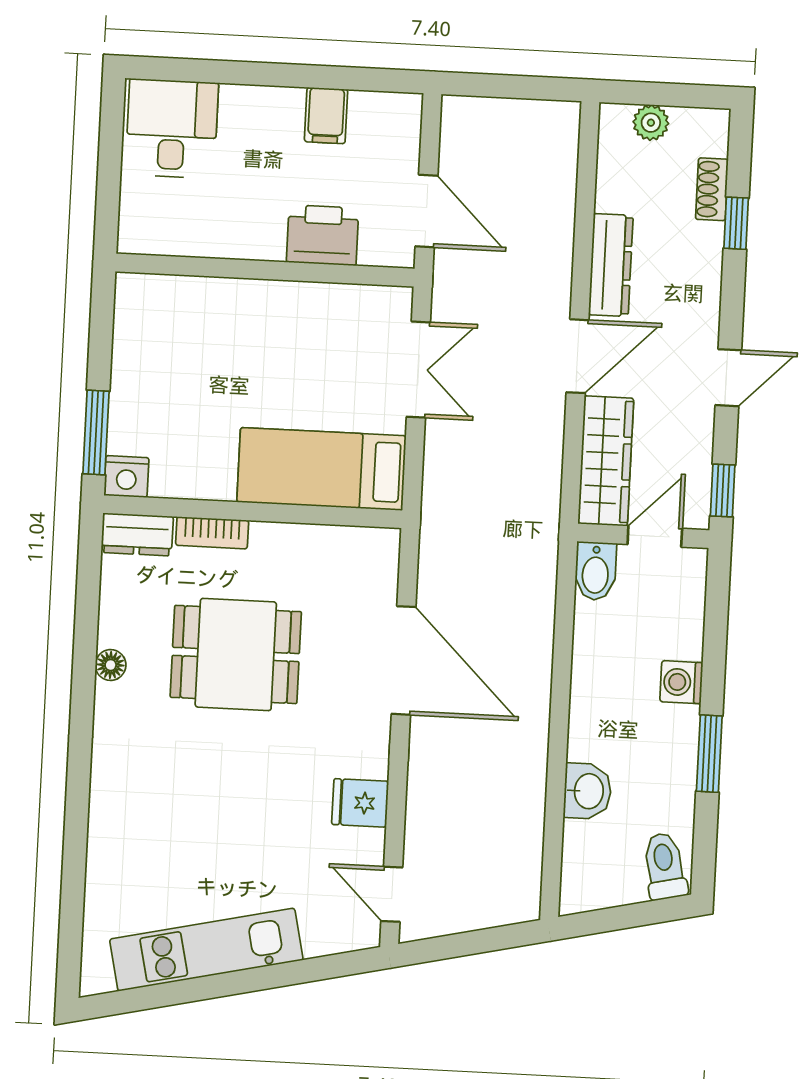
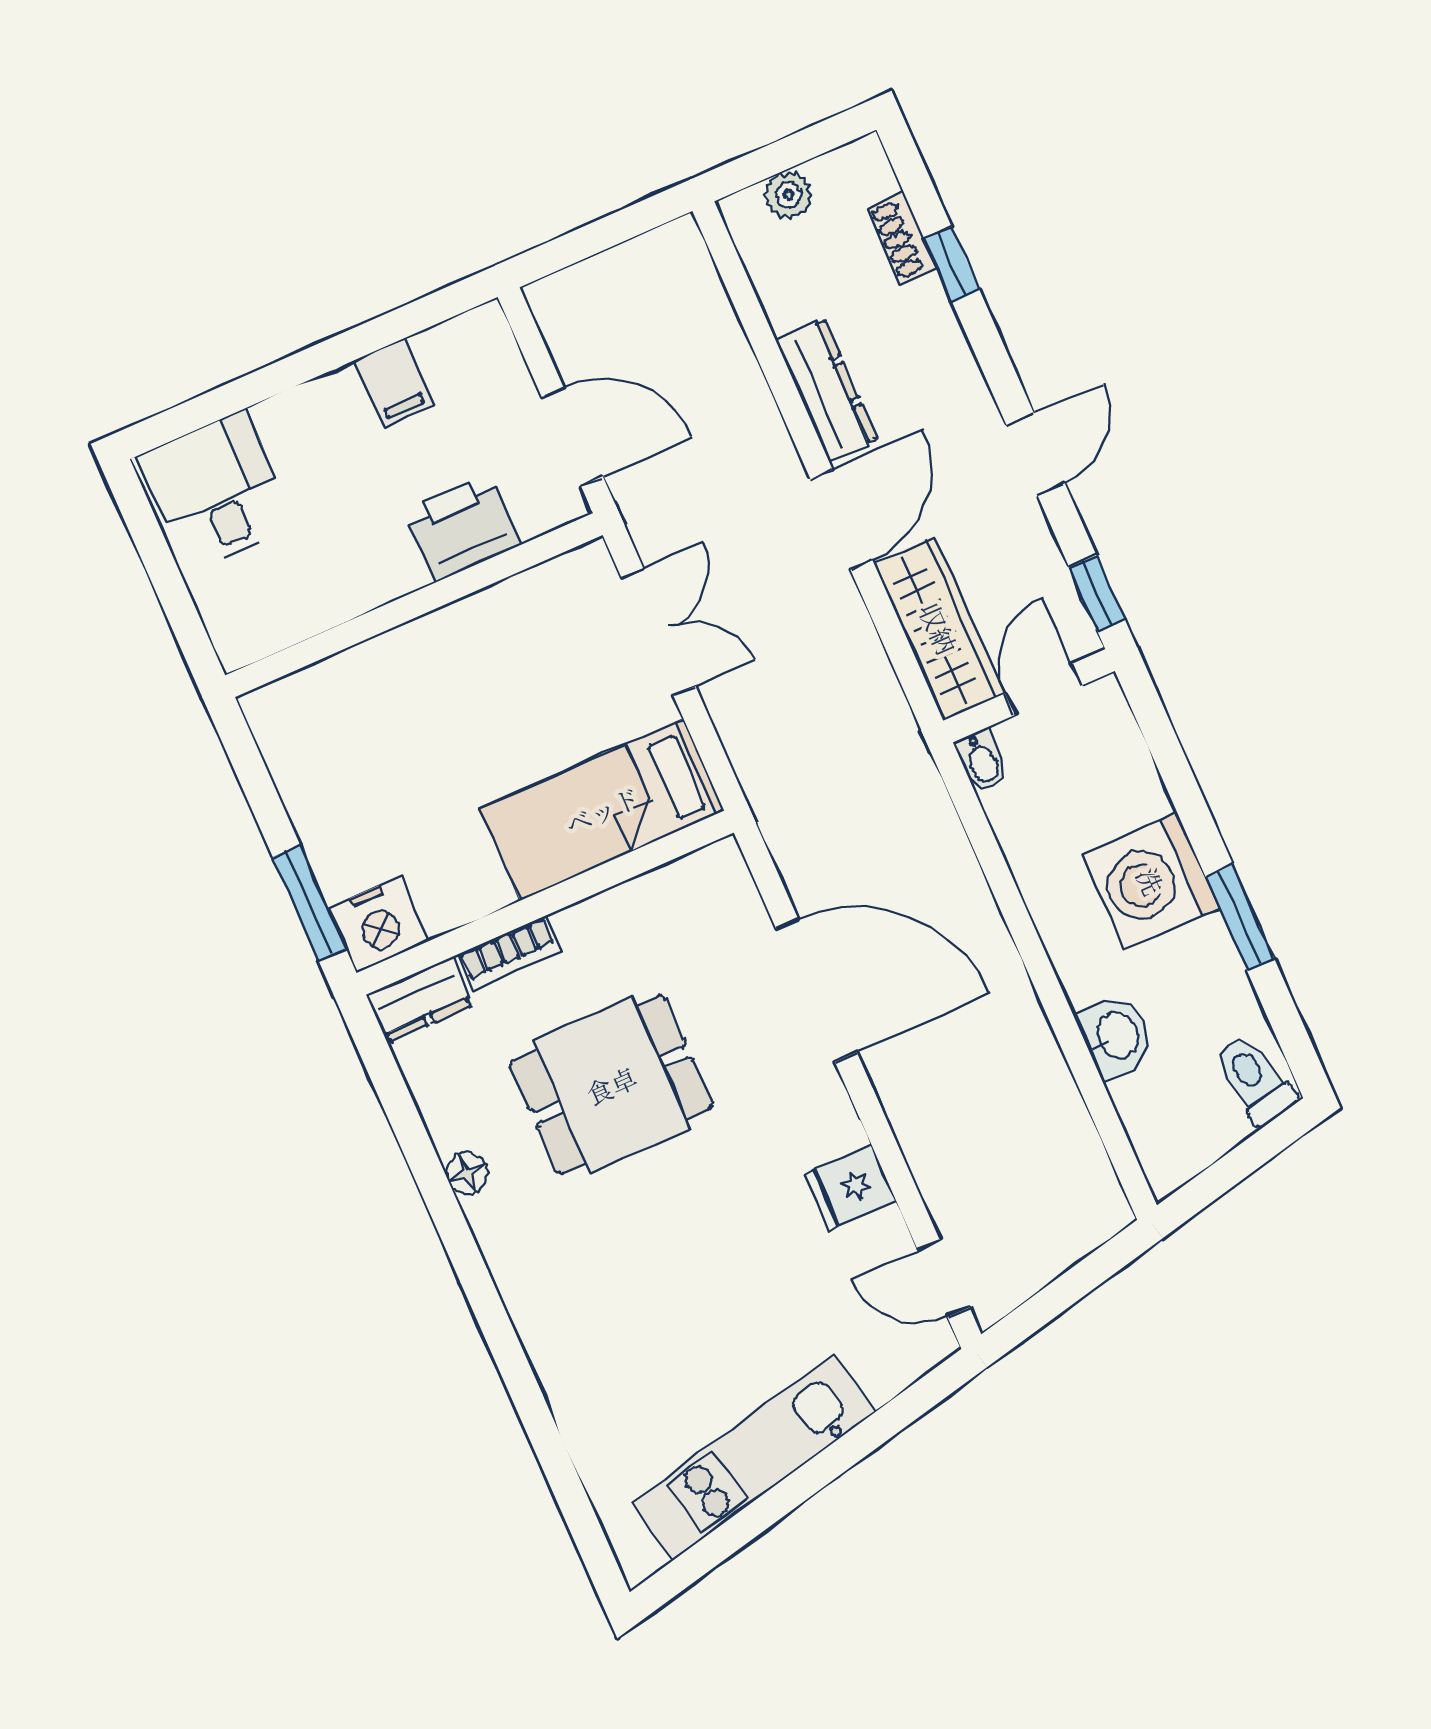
nightstand: (126, 476) -> (378, 925), width x1.36, depth x1.33
bidet: (595, 571) -> (982, 761), width x0.72, depth x0.74
washing machine: (681, 682) -> (1151, 881), width x1.89, depth x1.89

